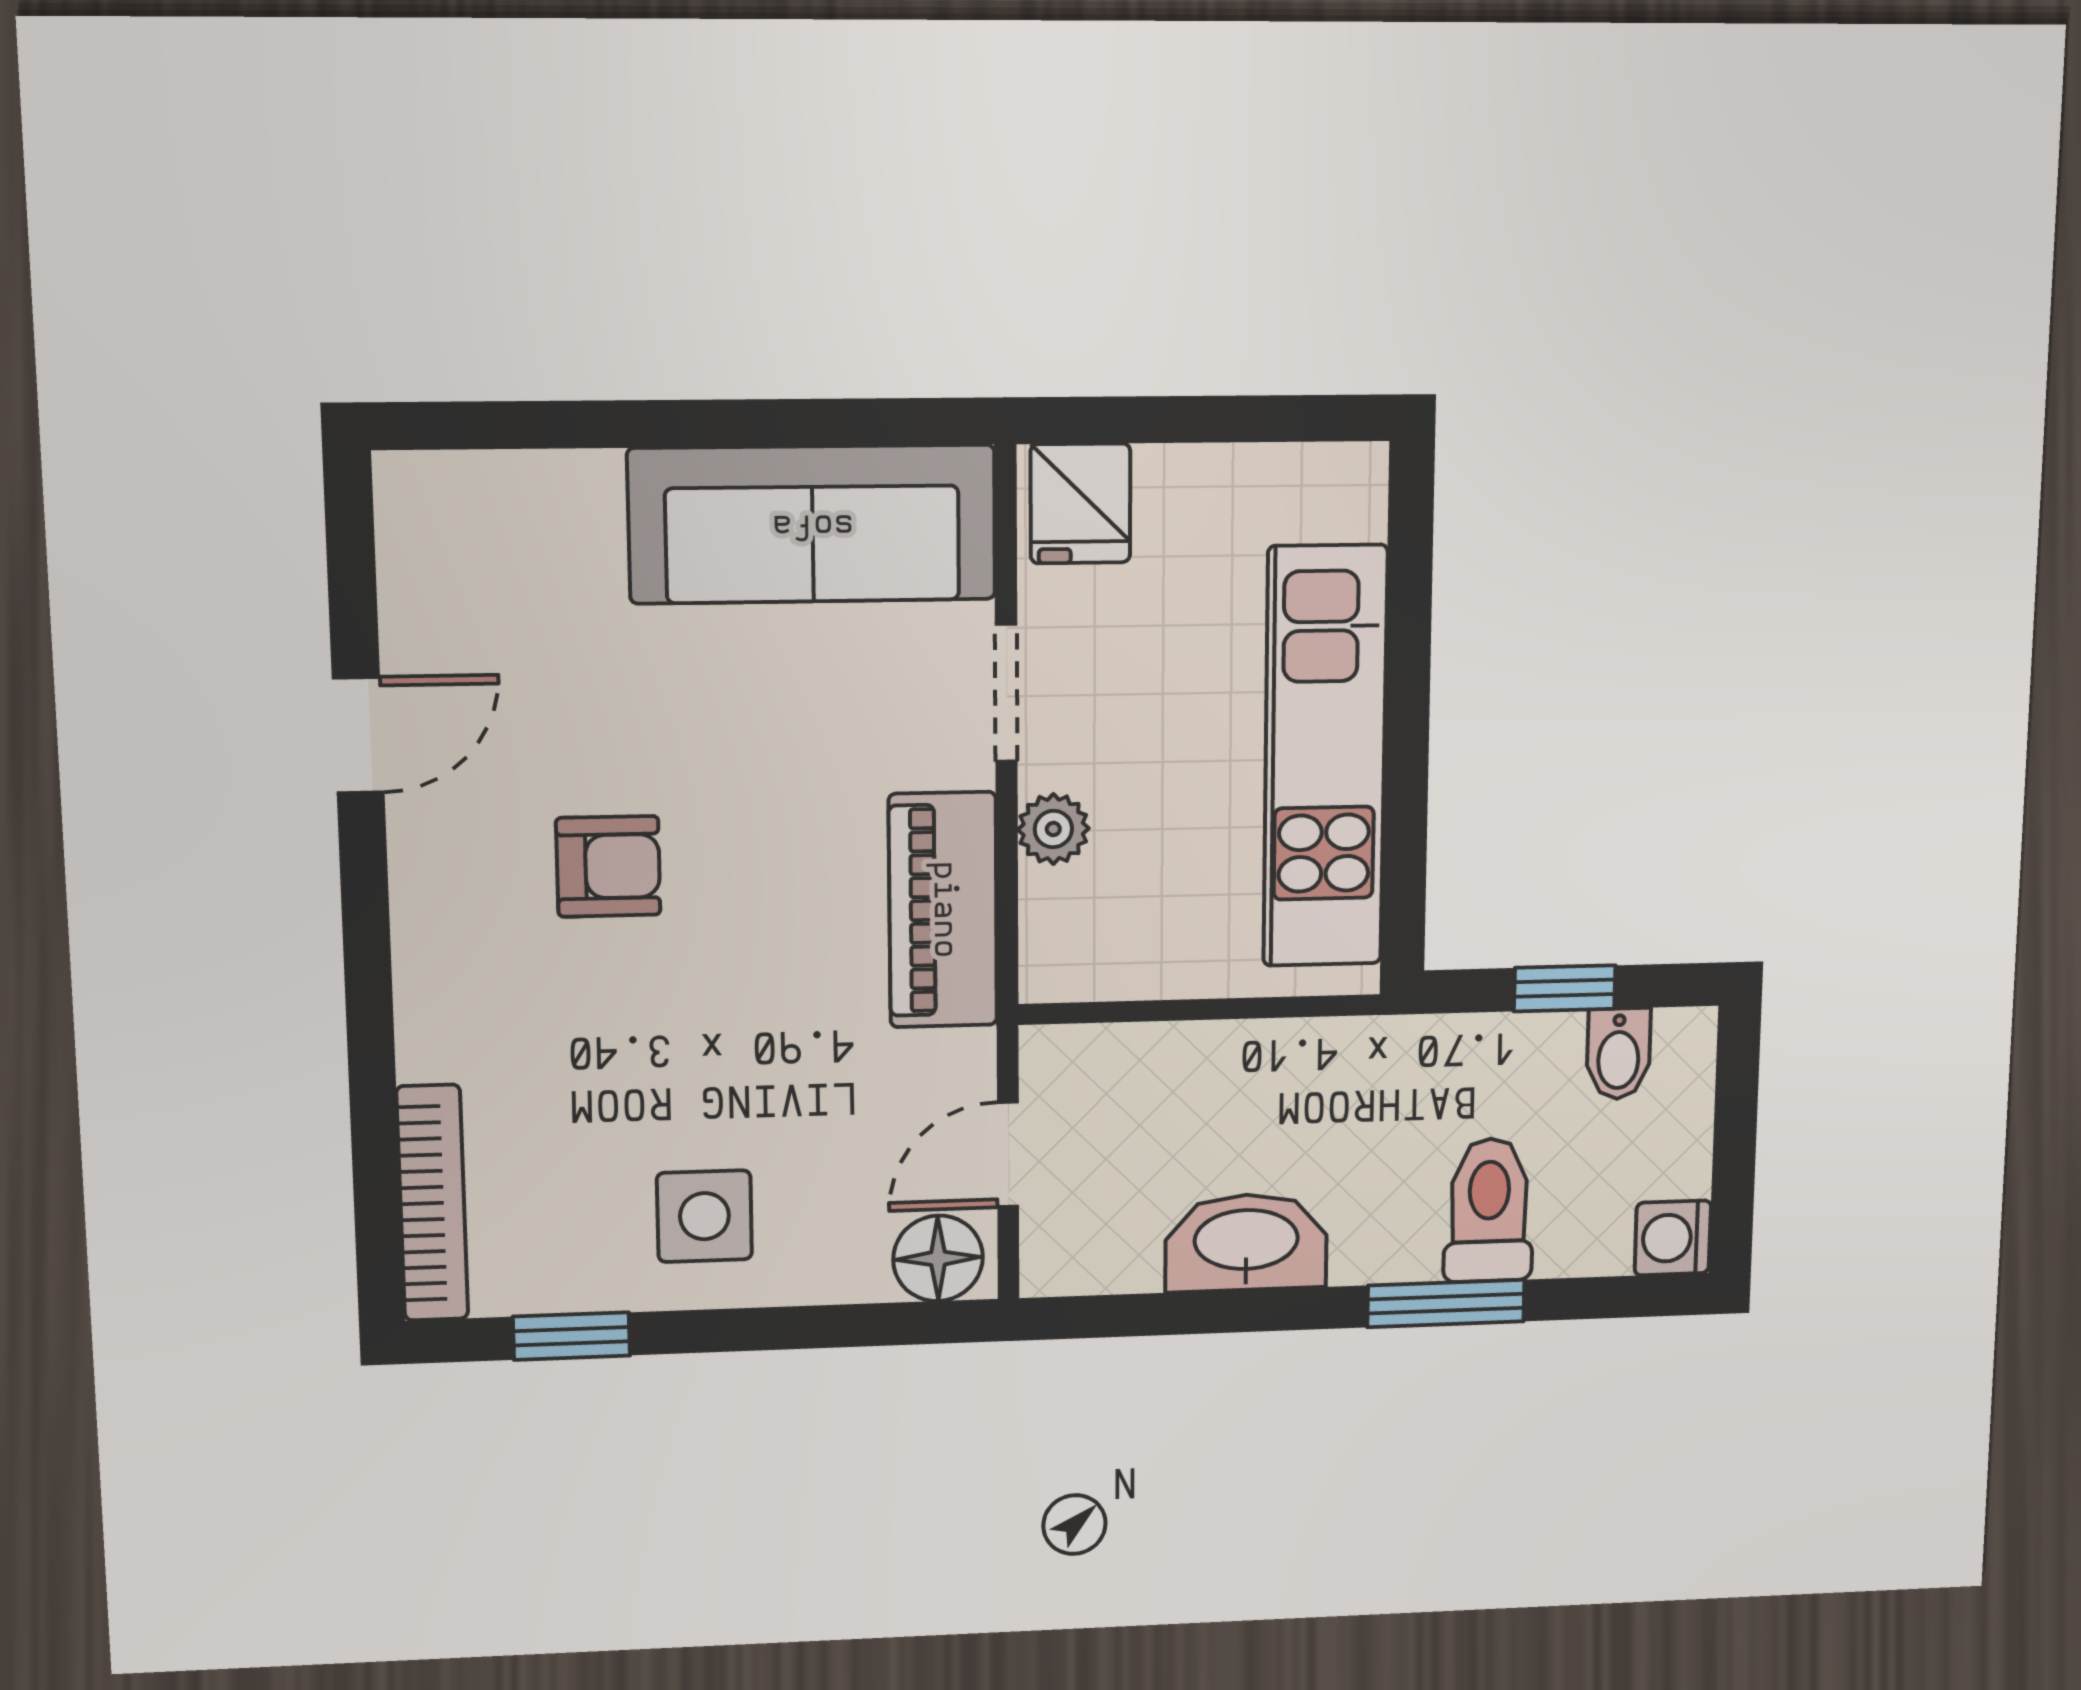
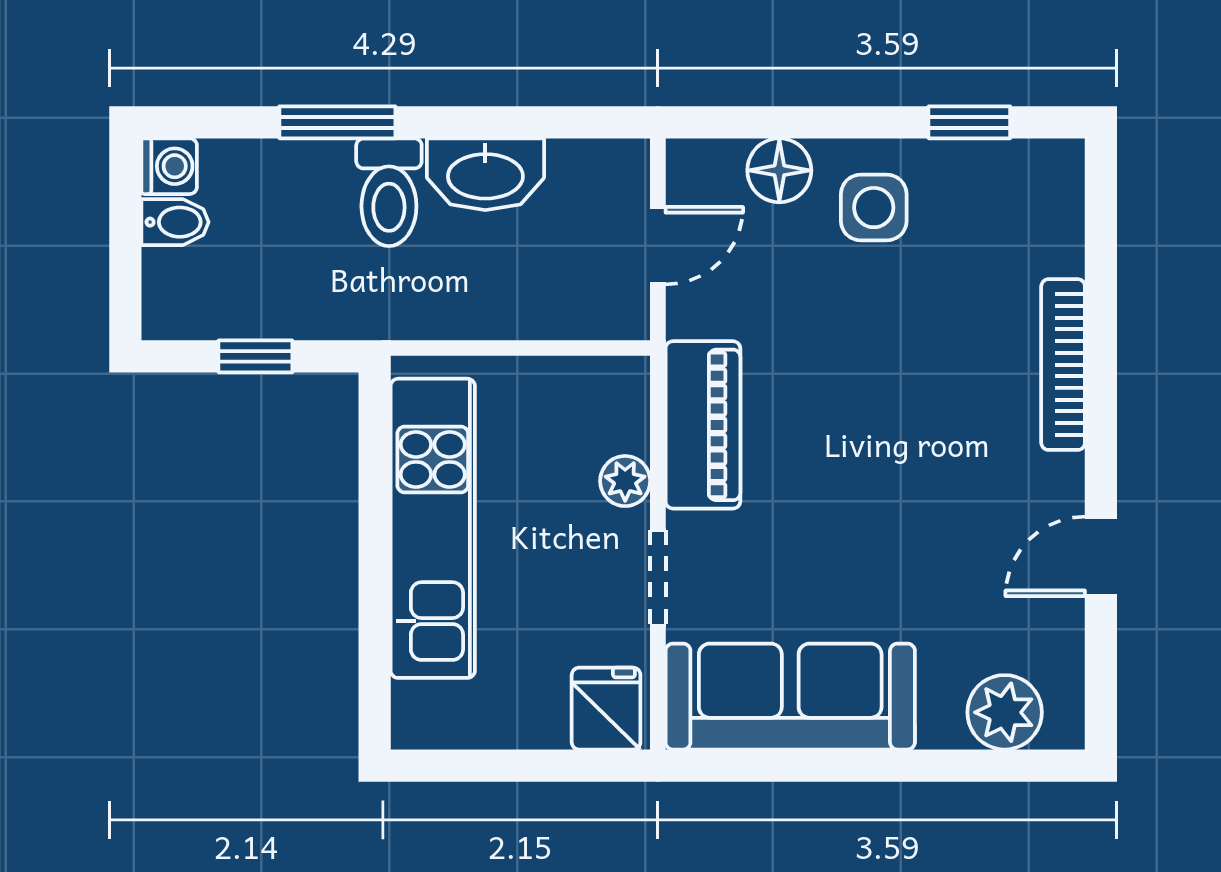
plant: (494, 505) -> (1005, 712), added
armchair: (608, 866) -> (935, 461), removed
bidet: (1618, 1054) -> (175, 222), moved, turned 90
bookcase: (432, 1203) -> (1063, 365), moved
toilet: (1489, 1210) -> (389, 192), moved
floor lamp: (938, 1258) -> (779, 170), moved

